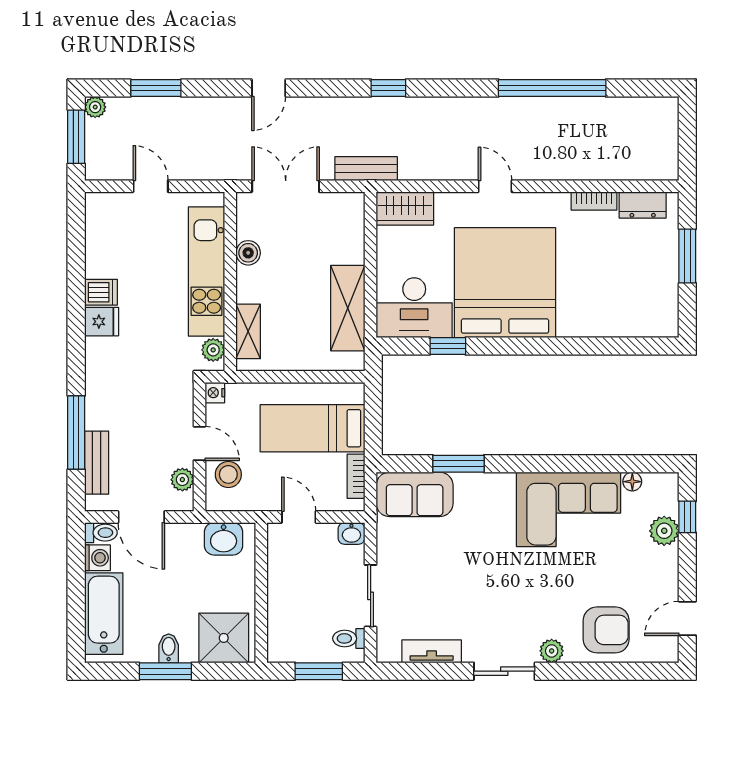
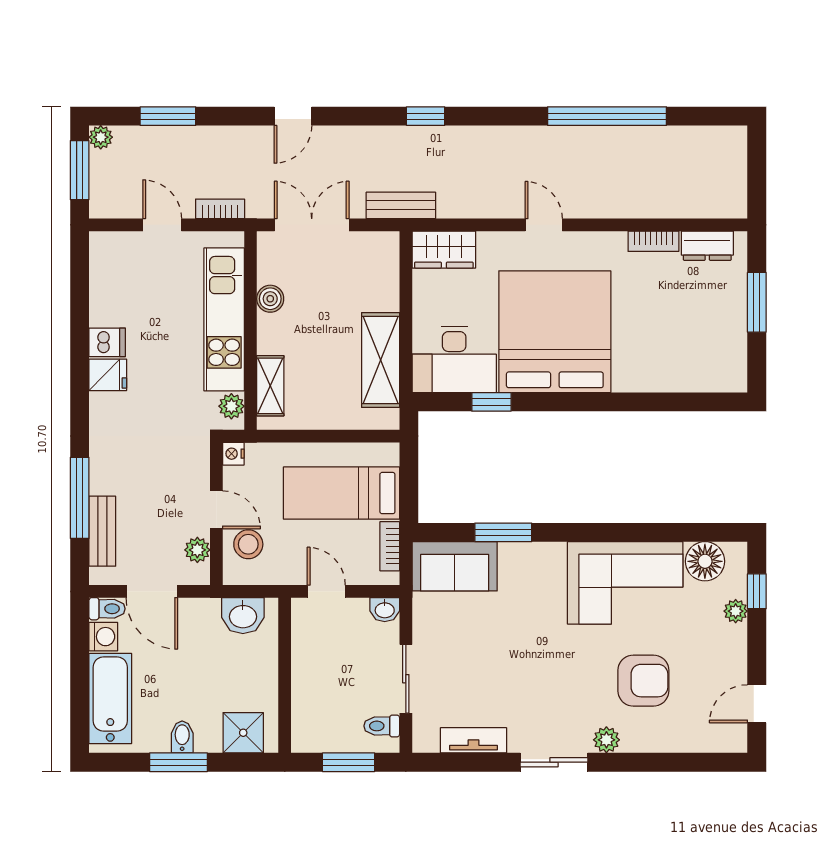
bookcase: (203, 172) -> (220, 209), added
floor lamp: (632, 482) -> (705, 561), width x1.89, depth x1.89
plant: (664, 531) -> (736, 611), width x0.73, depth x0.73
armchair: (606, 630) -> (643, 681), moved
shower: (224, 638) -> (243, 733), width x0.73, depth x0.73

